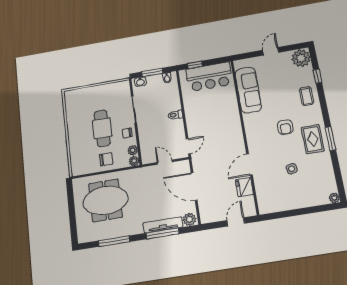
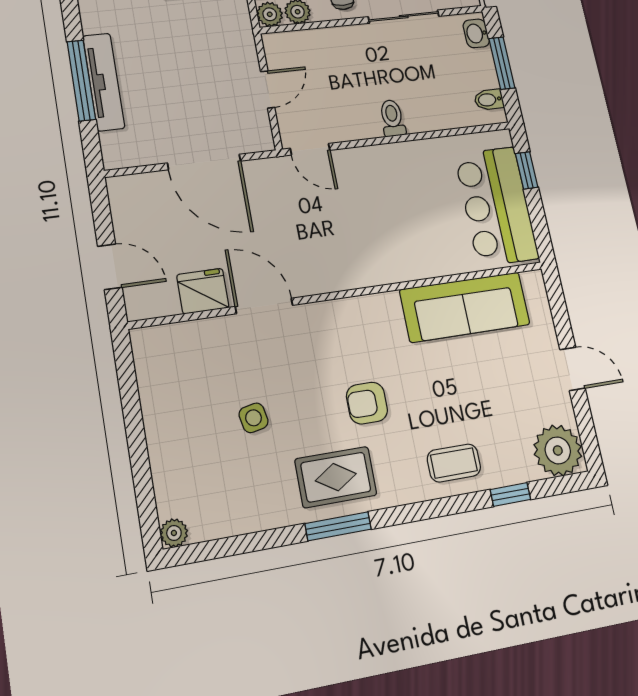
door: (194, 186) -> (204, 162), swing flipped
plant: (189, 219) -> (117, 148), removed

